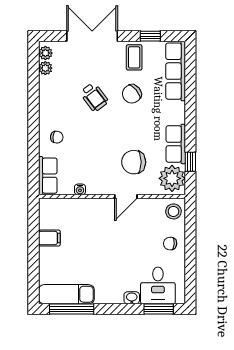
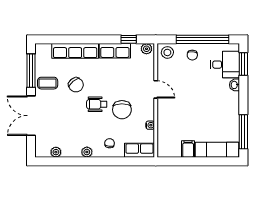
window: (150, 36) -> (31, 71), width x2.17
plant: (45, 53) -> (87, 152), moved
row of seats: (176, 71) -> (75, 51), moved
wheelchair: (94, 97) -> (97, 104), moved, turned -143
chair: (134, 162) -> (122, 110), moved
plant: (172, 178) -> (146, 49), width x0.53, depth x0.53
window: (190, 257) -> (203, 39), added
exam couch: (66, 294) -> (217, 150), moved, turned 90

